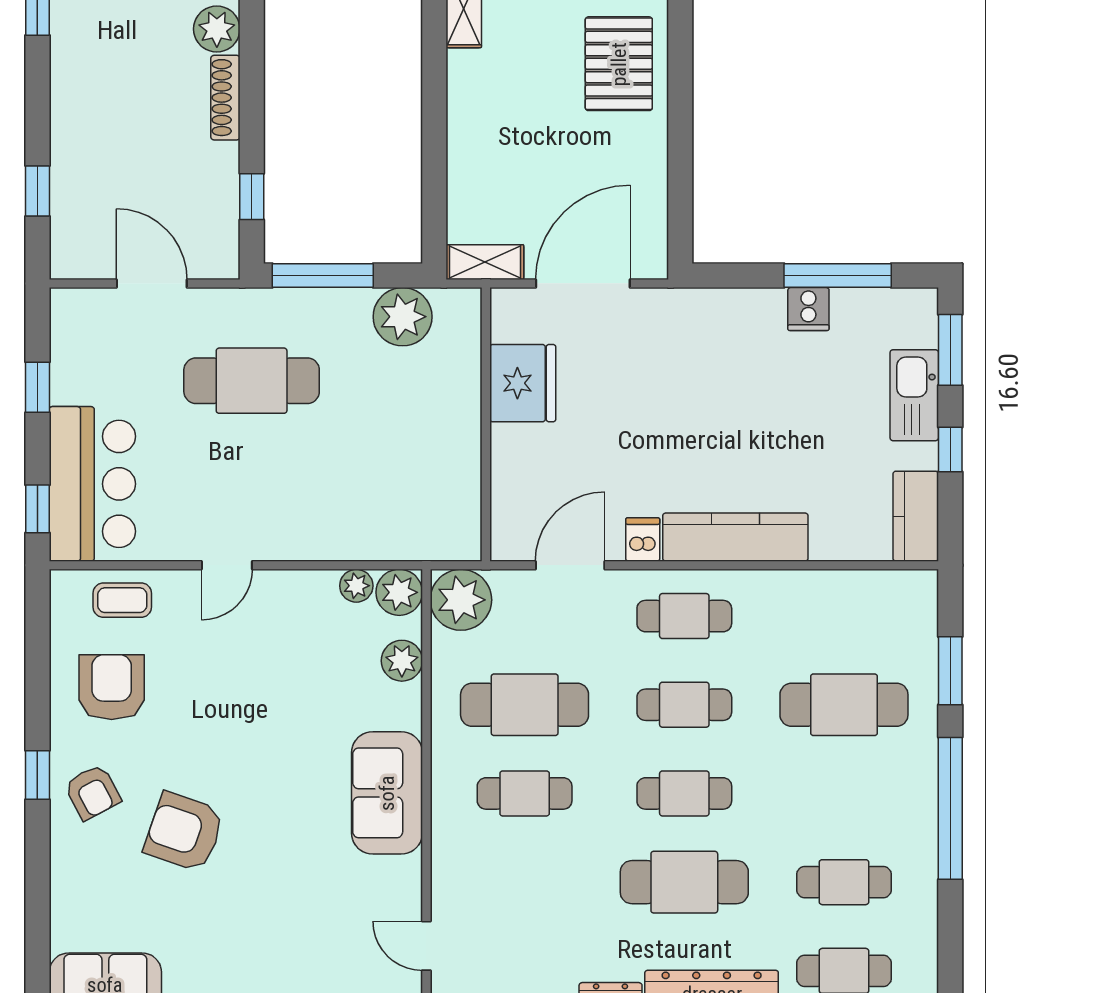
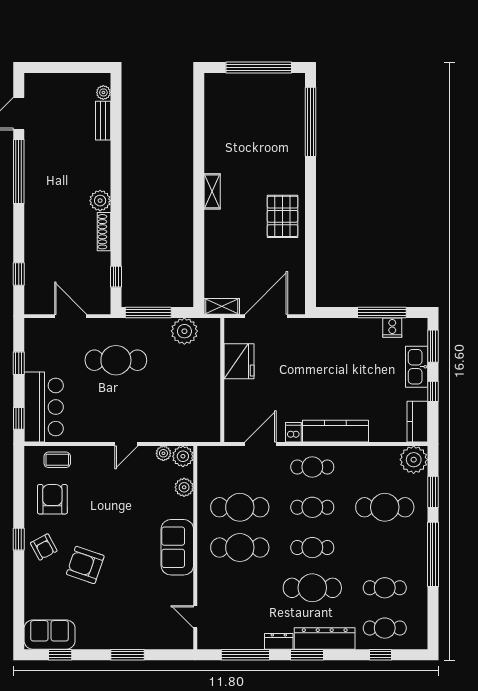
cooker: (808, 309) -> (392, 328), moved
door: (227, 565) -> (126, 444), moved
plant: (461, 600) -> (414, 460), moved
cafe table: (525, 793) -> (240, 548), width x1.37, depth x1.35

